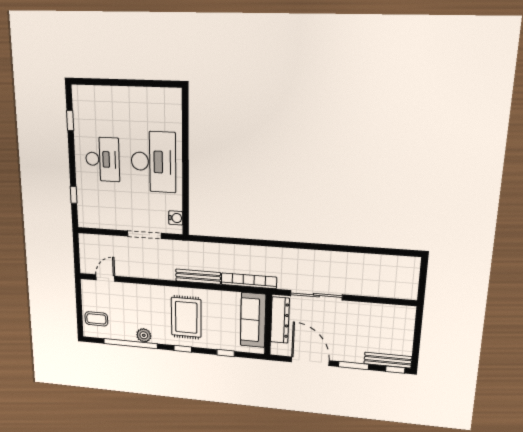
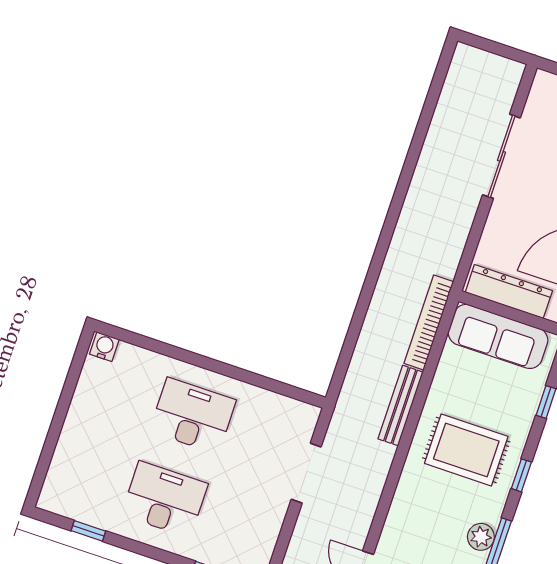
desk: (153, 162) -> (193, 416), width x0.73, depth x0.77
water cooler: (176, 218) -> (104, 347), moved
sliding door: (316, 295) -> (501, 156), moved

